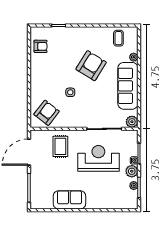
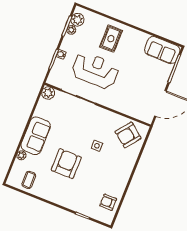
armchair: (91, 66) -> (66, 164), turned 148
sofa: (128, 86) -> (36, 136), width x0.73
rug: (60, 146) -> (111, 39), moved
reception desk: (98, 158) -> (95, 70), turned 180
plant: (132, 171) -> (78, 20), moved
sofa: (69, 200) -> (162, 50), moved

